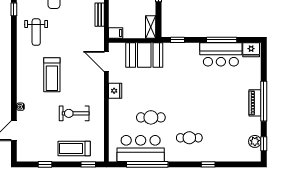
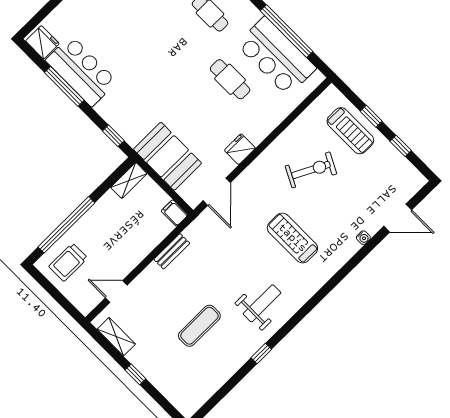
treadmill: (52, 75) -> (292, 238), turned -90
exercise bike: (74, 113) -> (311, 170), turned -63
window: (88, 164) -> (371, 116), moved

